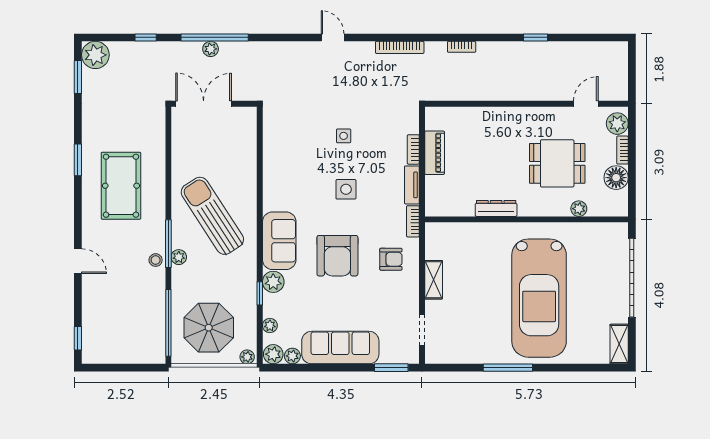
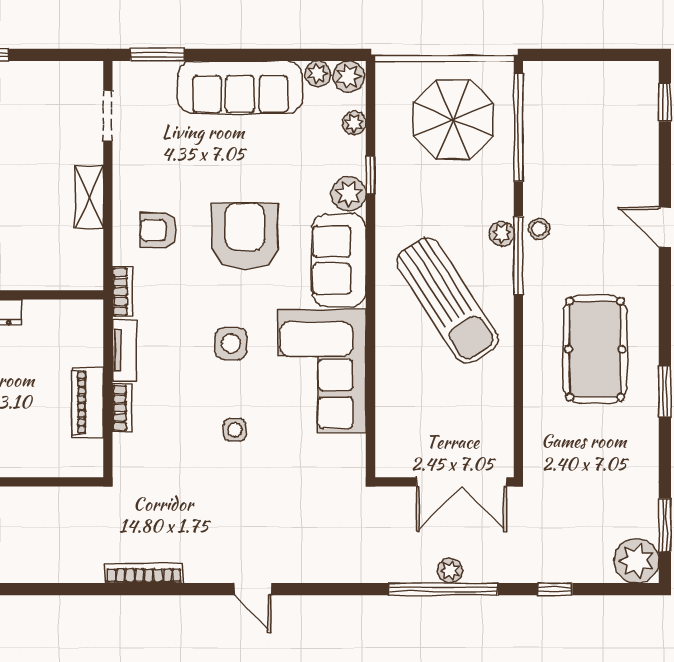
bookcase: (462, 47) -> (44, 574), removed
corner sofa: (290, 172) -> (322, 371), added
plant: (247, 357) -> (391, 72), removed

